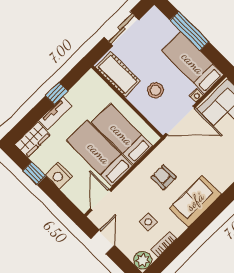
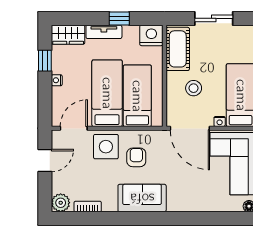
nightstand: (90, 83) -> (151, 35), added
nightstand: (59, 176) -> (57, 80), width x0.53, depth x0.56
side table: (148, 222) -> (106, 147), moved, width x1.87, depth x1.87

